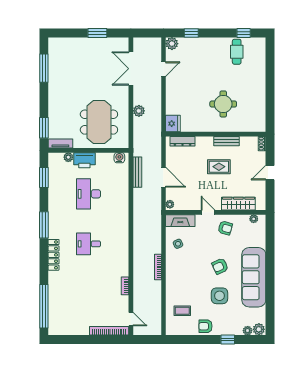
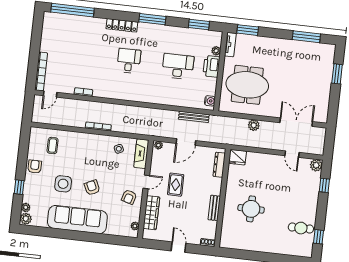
window: (97, 33) -> (337, 74), moved
rug: (219, 167) -> (176, 185), moved

